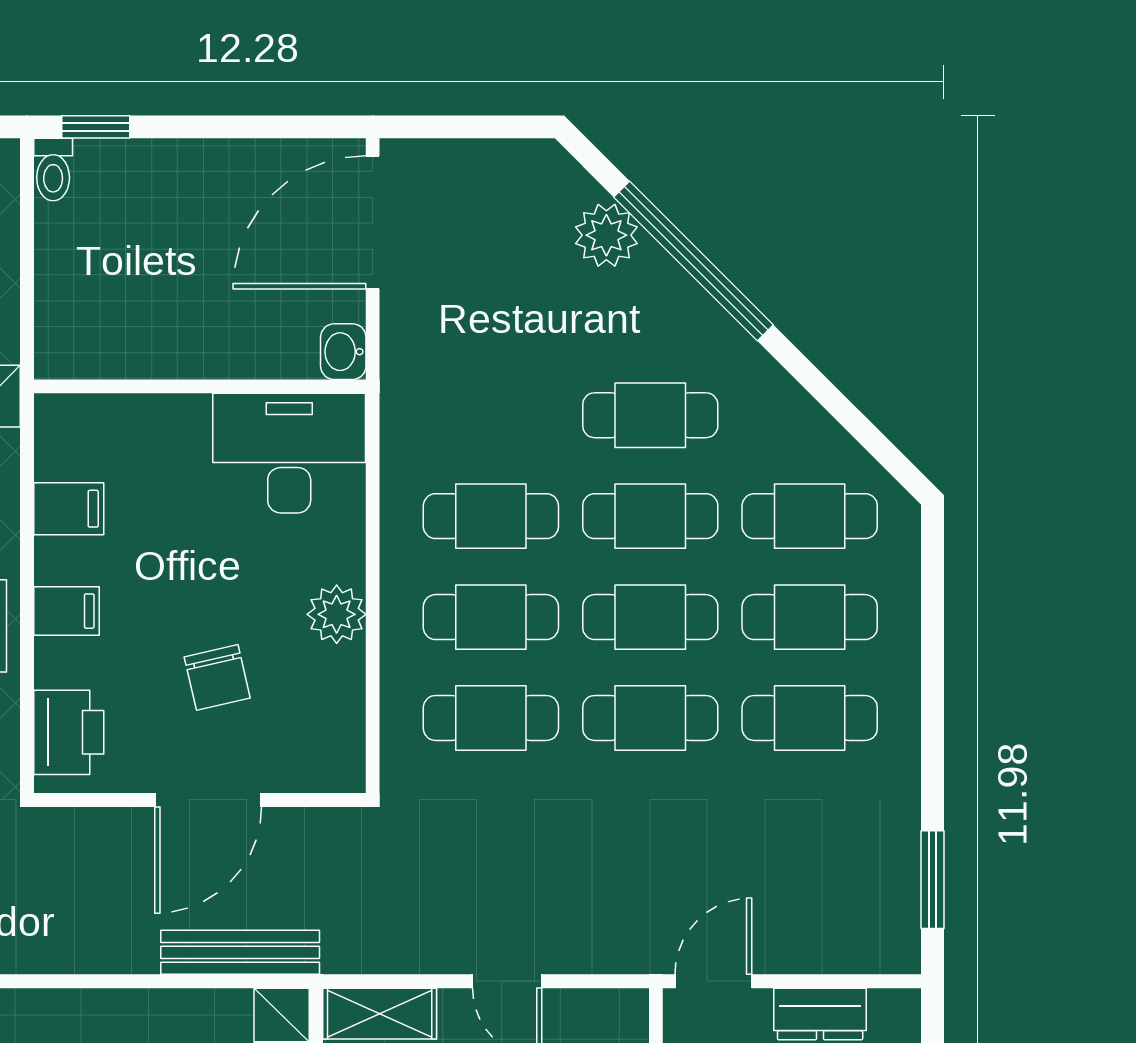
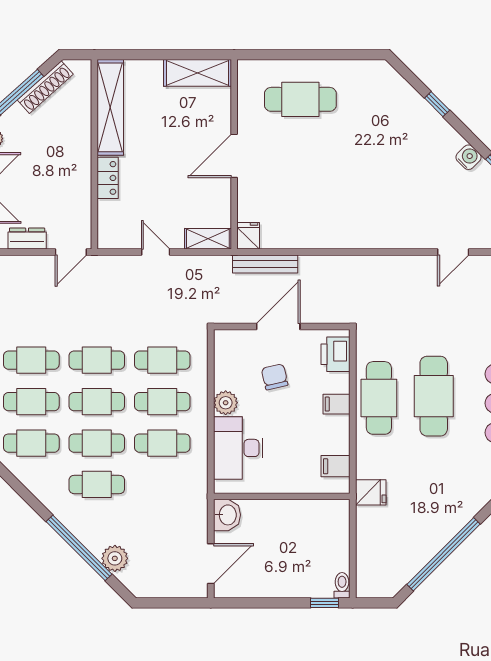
door: (373, 222) -> (211, 564), width x0.73
washbasin: (343, 352) -> (227, 515), width x1.38, depth x1.45
desk: (289, 453) -> (238, 448), moved, turned 90
filing cabinet: (69, 509) -> (336, 466), moved

